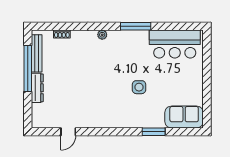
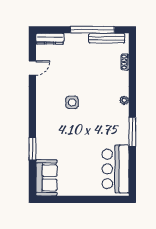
side table: (139, 87) -> (72, 102), moved
dresser: (37, 88) -> (50, 39), moved
door: (68, 132) -> (32, 68), swing flipped

